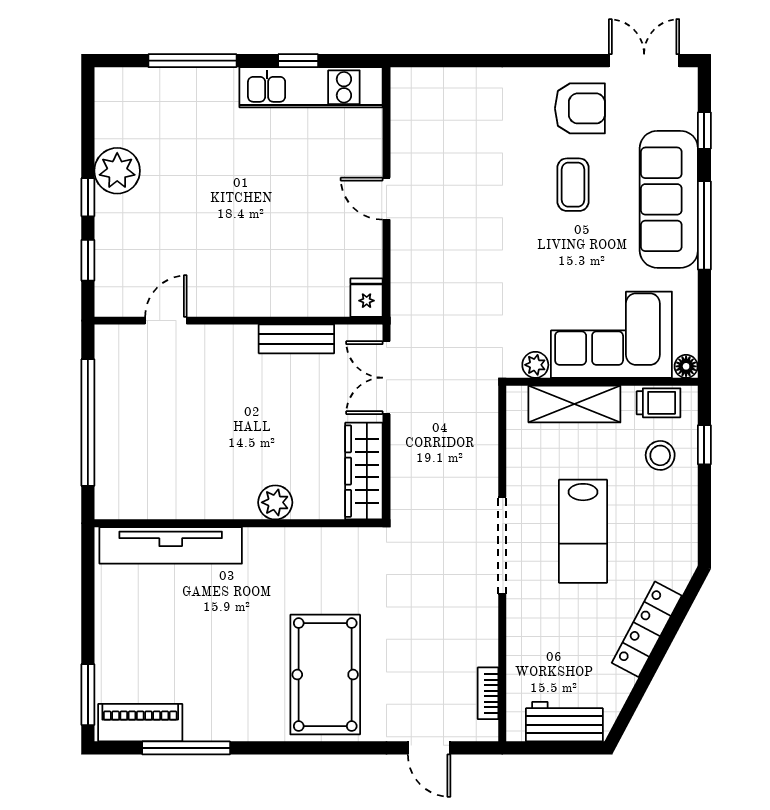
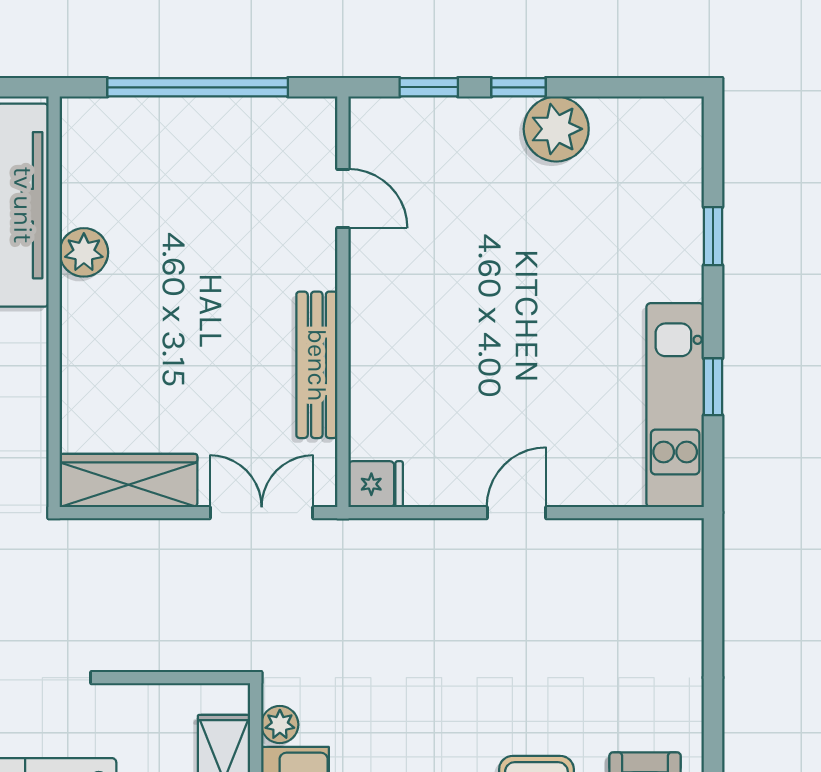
window: (192, 61) -> (713, 236), width x0.46
bench: (296, 339) -> (317, 365), width x1.36
plant: (275, 502) -> (84, 252), moved

